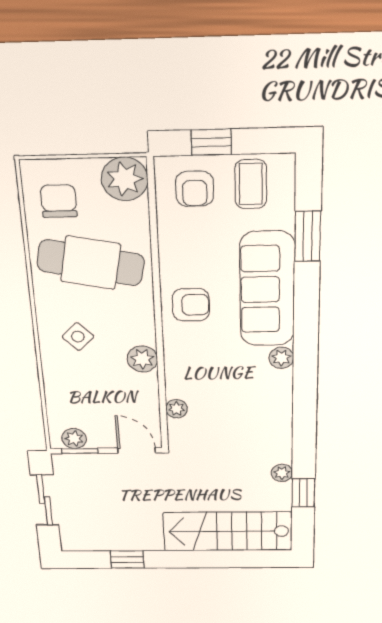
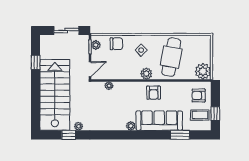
window: (211, 142) -> (215, 114), moved
chair: (59, 201) -> (116, 44), moved
plant: (142, 359) -> (146, 74), moved
stairs: (228, 531) -> (55, 95), width x1.36, depth x1.51

